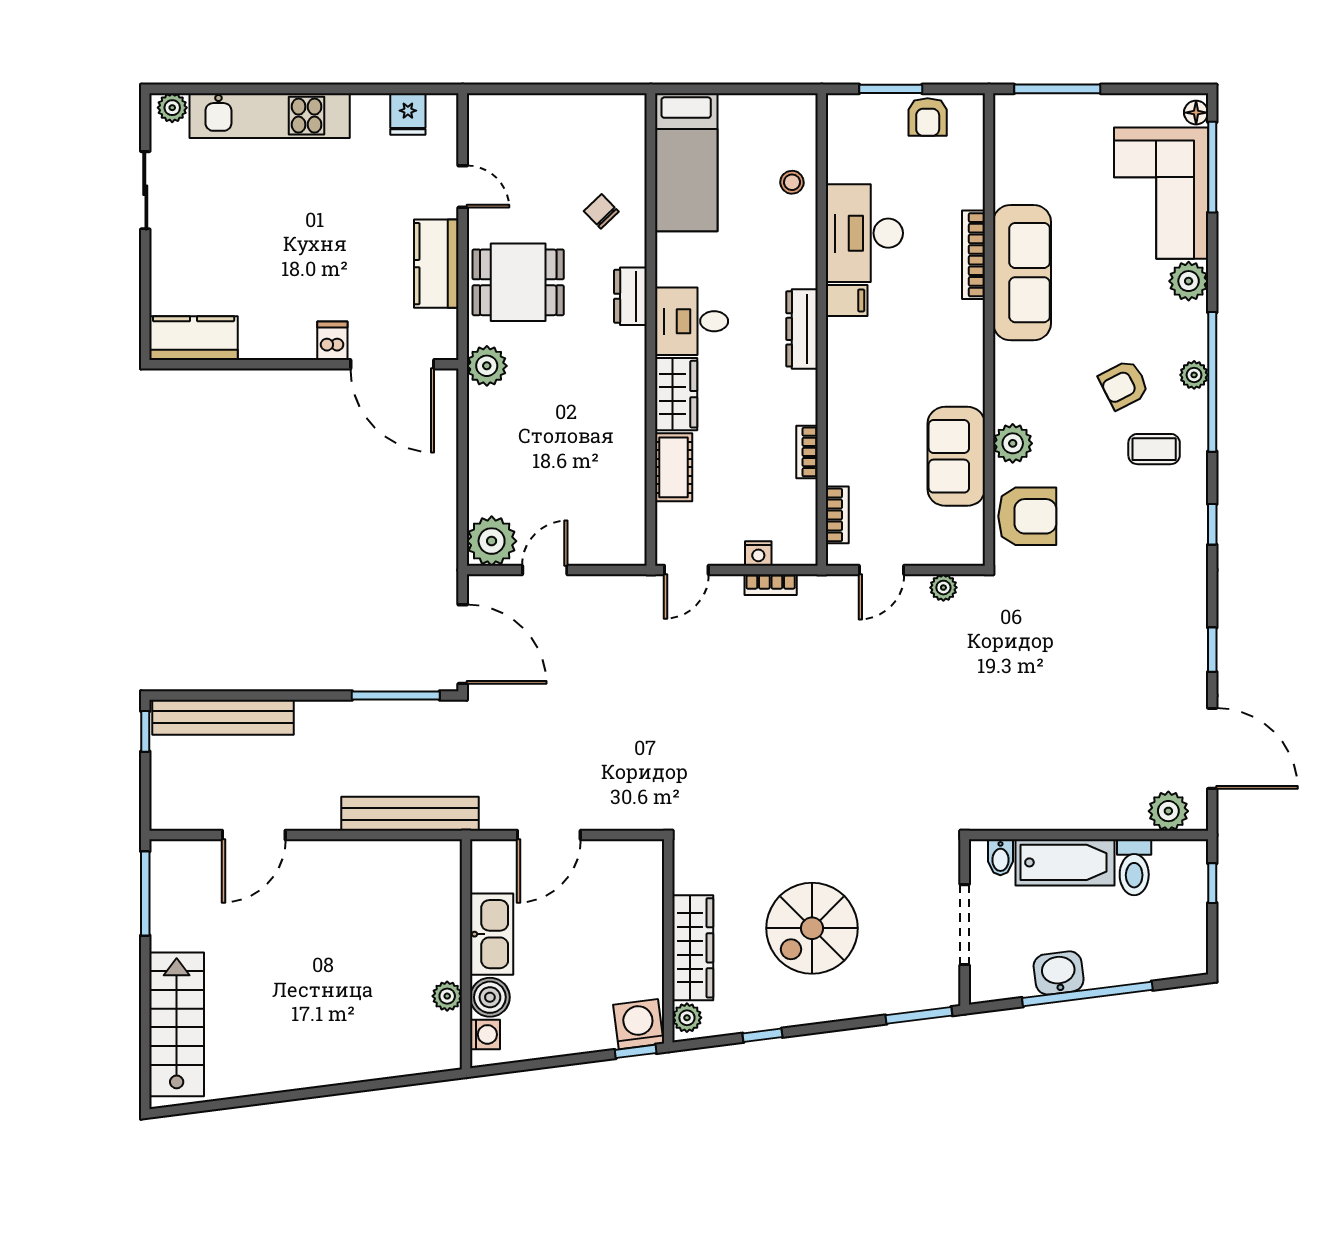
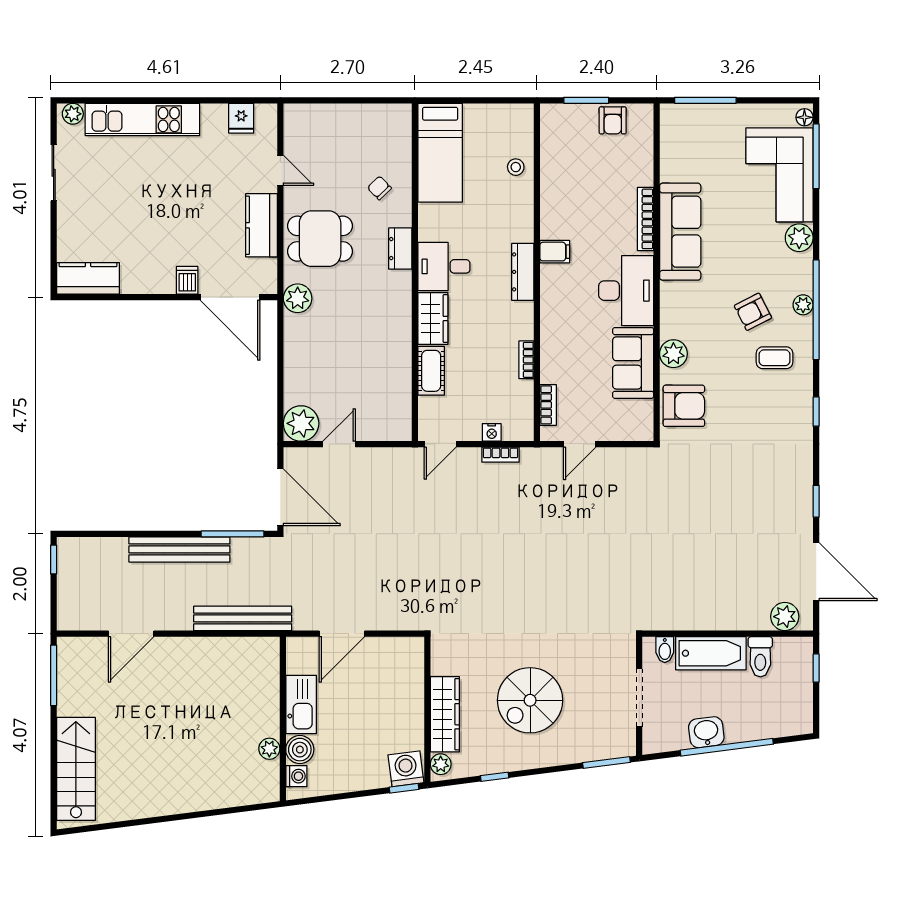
desk: (864, 233) -> (626, 291), moved, turned 180
plant: (943, 588) -> (624, 457), removed
bench: (223, 717) -> (179, 549), moved

